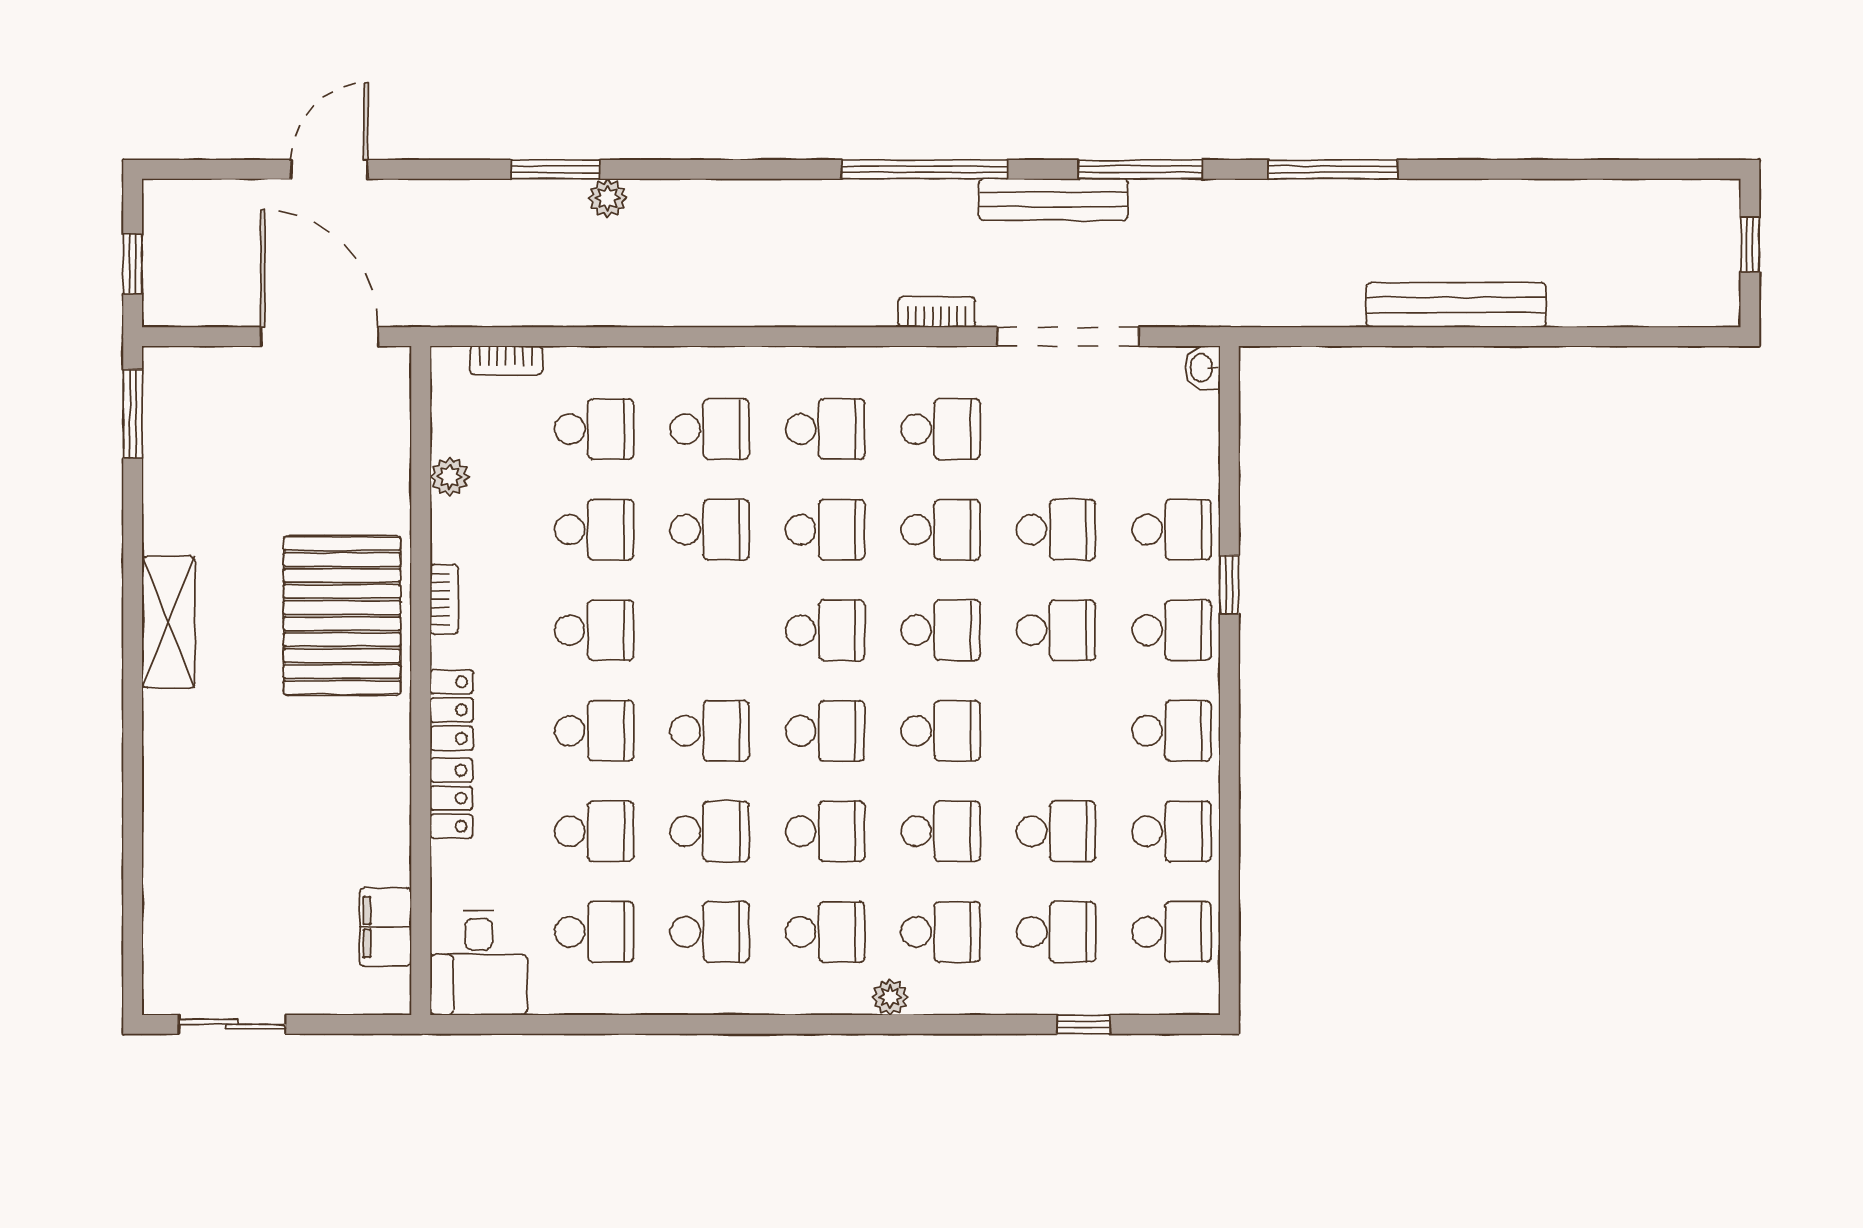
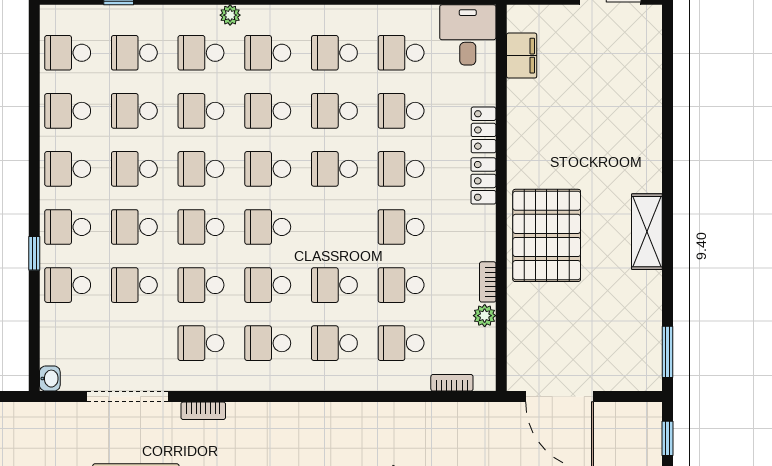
bookcase: (444, 599) -> (488, 282), moved
school desk: (1056, 731) -> (134, 169), added

